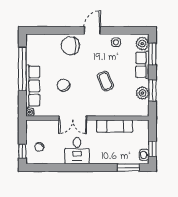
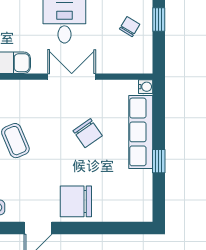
chair: (70, 46) -> (76, 201), turned 180
window: (22, 69) -> (159, 161), width x0.32

